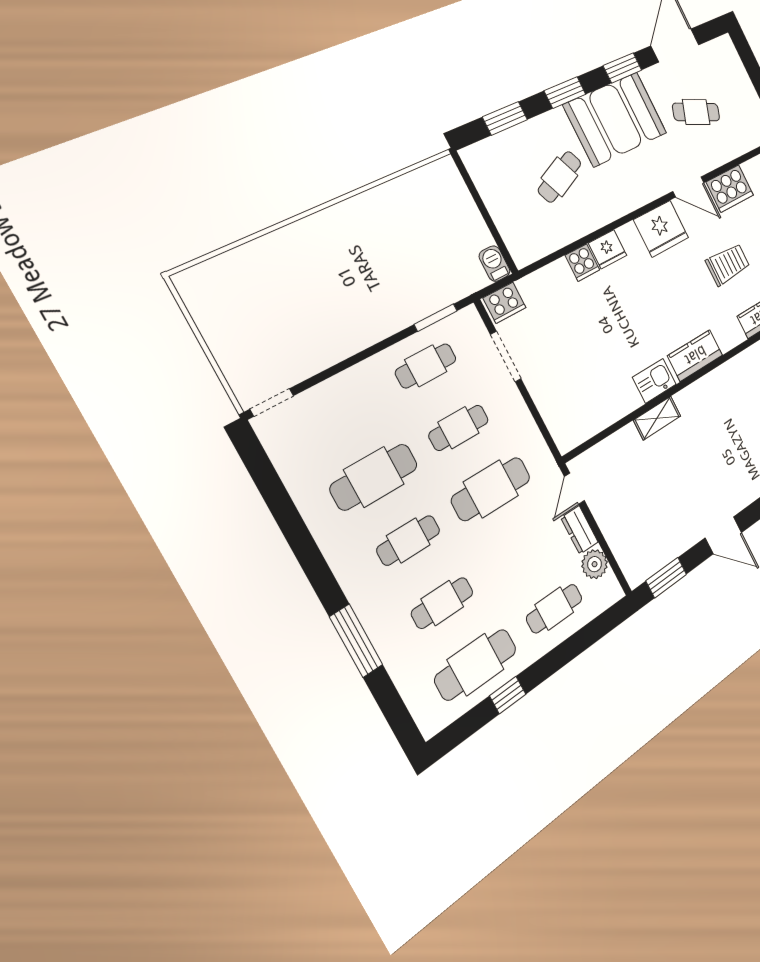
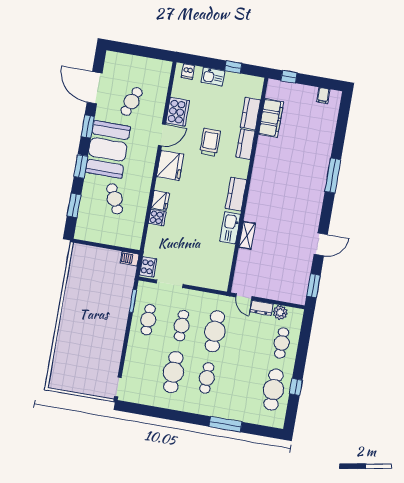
kitchen sink: (654, 381) -> (230, 228), width x1.38
cafe table: (442, 603) -> (240, 384), removed

